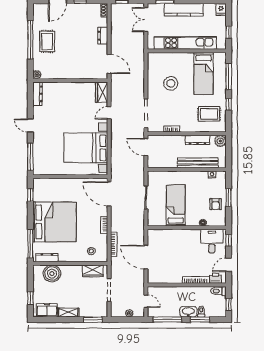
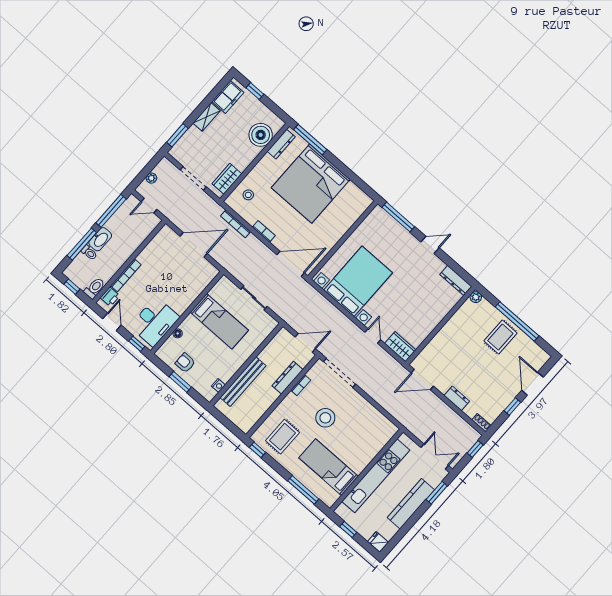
rug: (47, 41) -> (500, 337), turned 90
stool: (171, 83) -> (325, 418), moved
window: (229, 104) -> (258, 450), moved
dresser: (197, 140) -> (288, 378), moved
plant: (220, 141) -> (245, 424), removed
window: (30, 195) -> (360, 183), removed
desk: (212, 241) -> (155, 322), width x1.37
window: (200, 320) -> (82, 244), width x1.44

